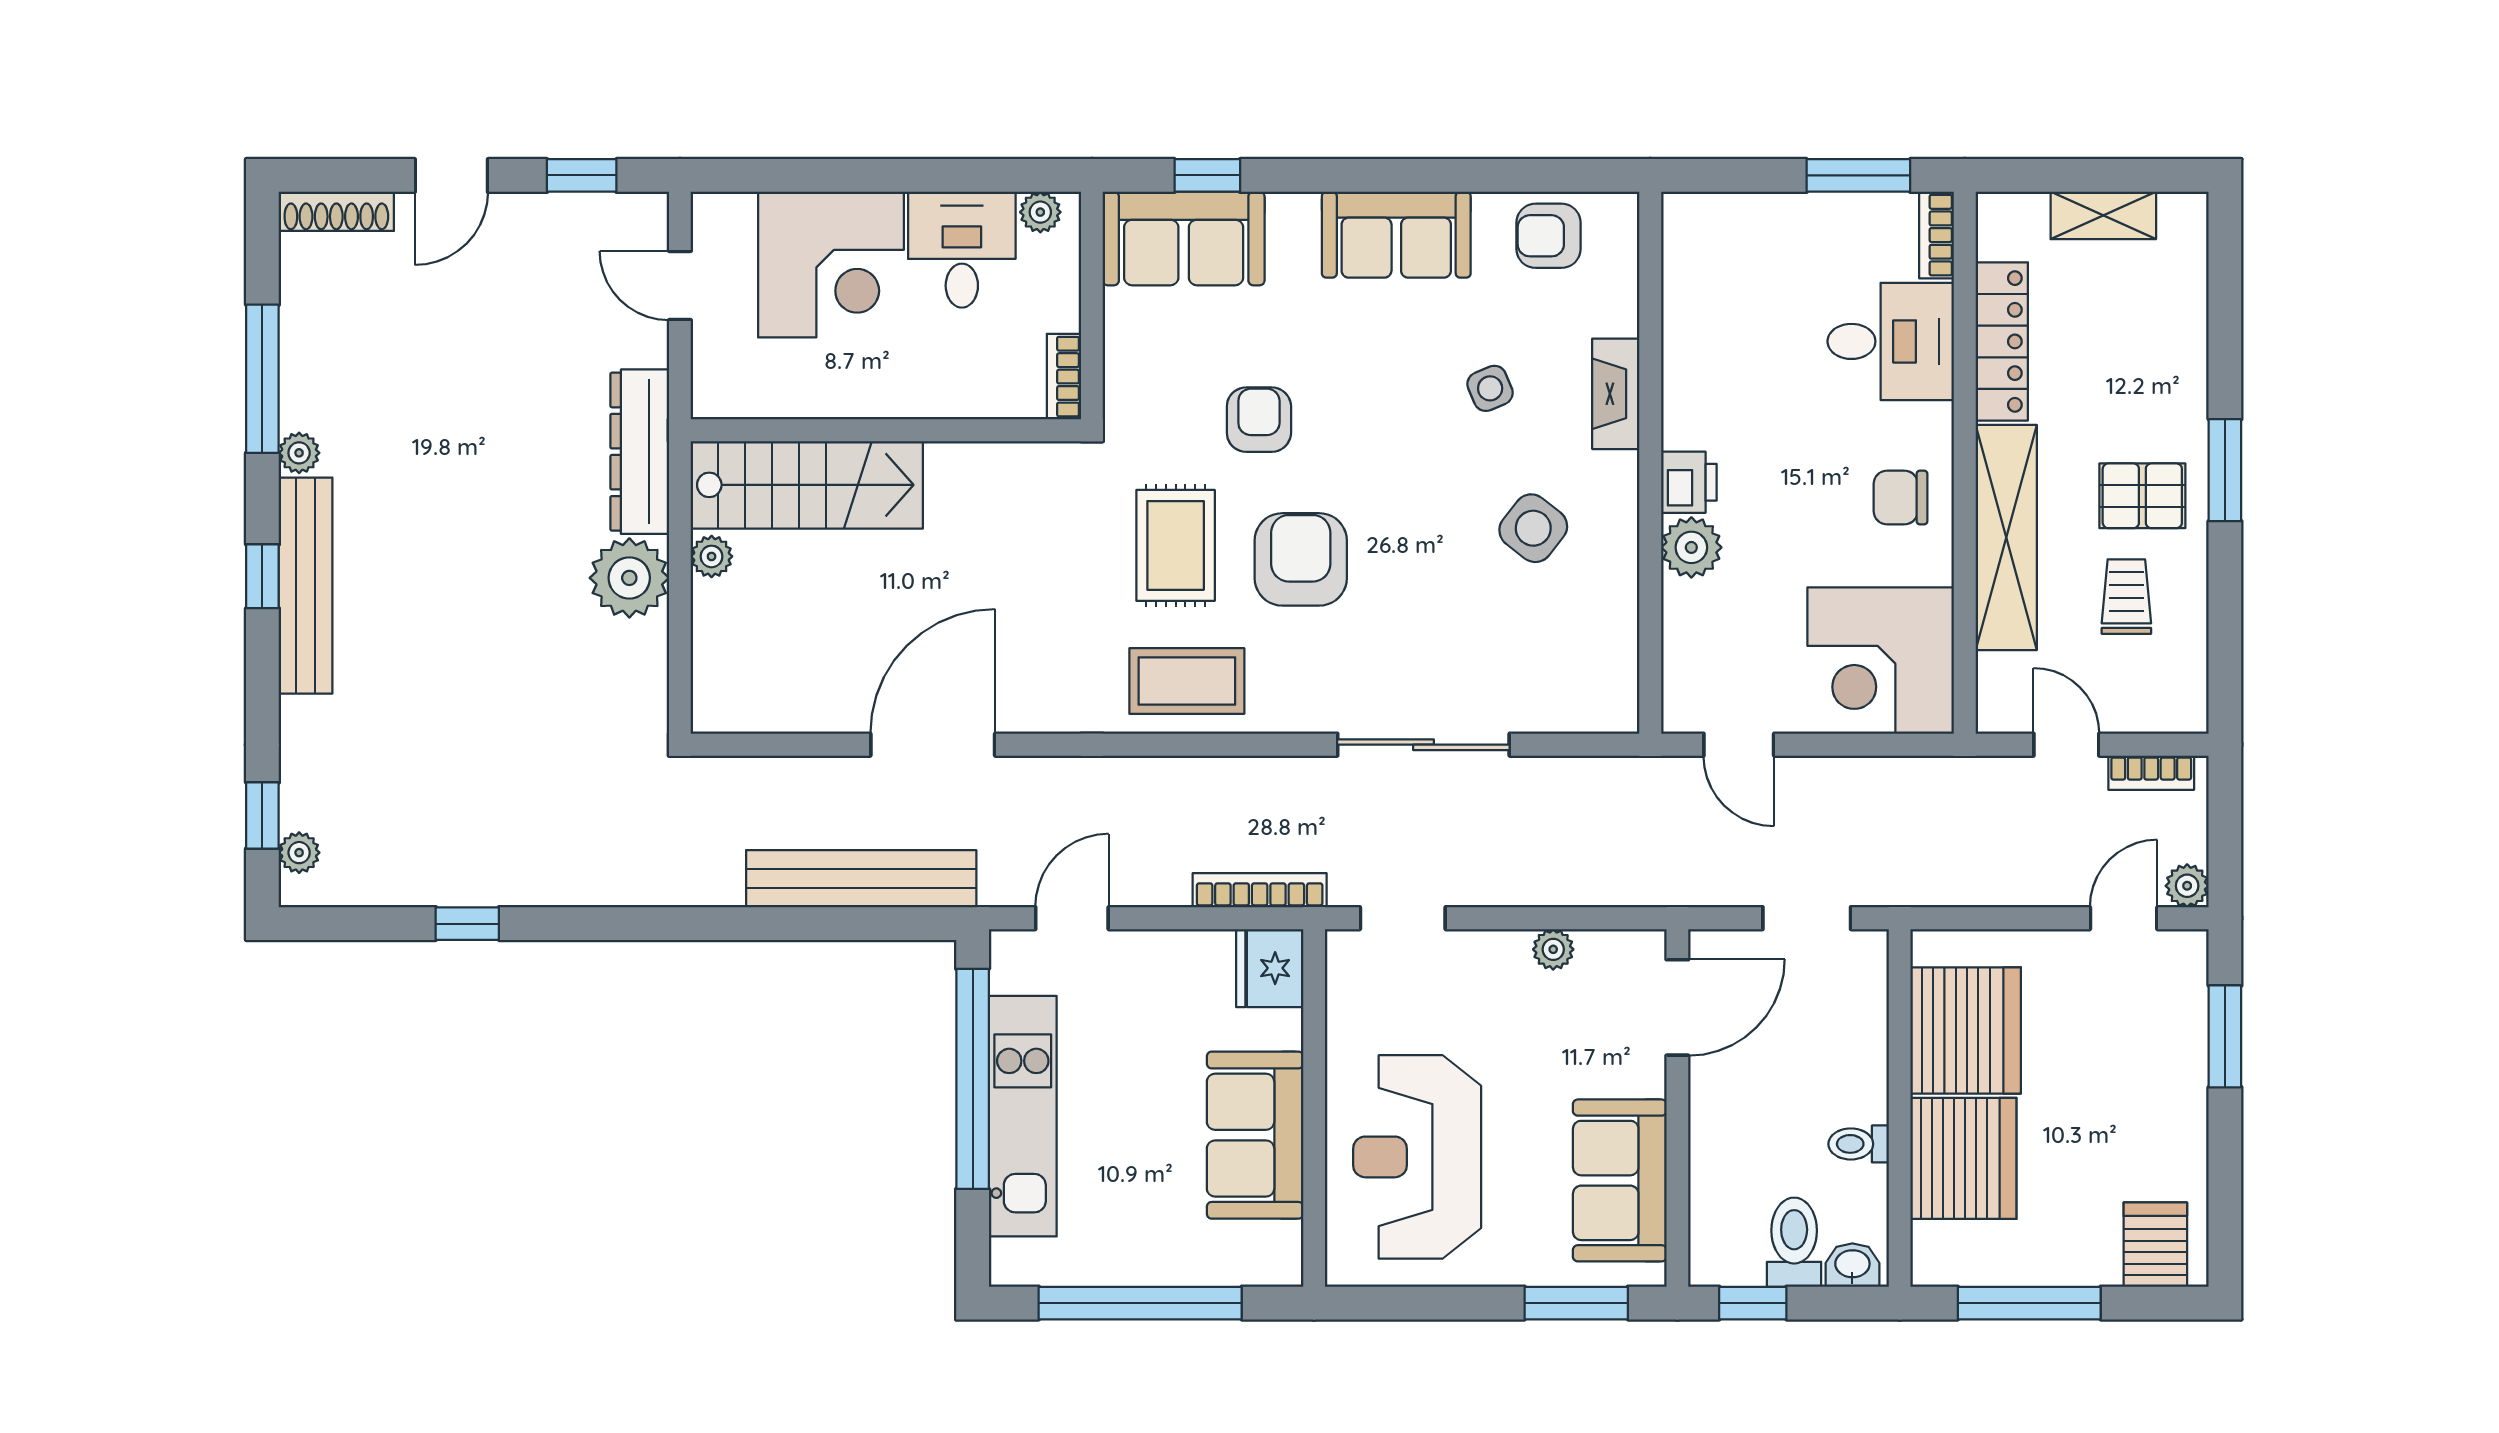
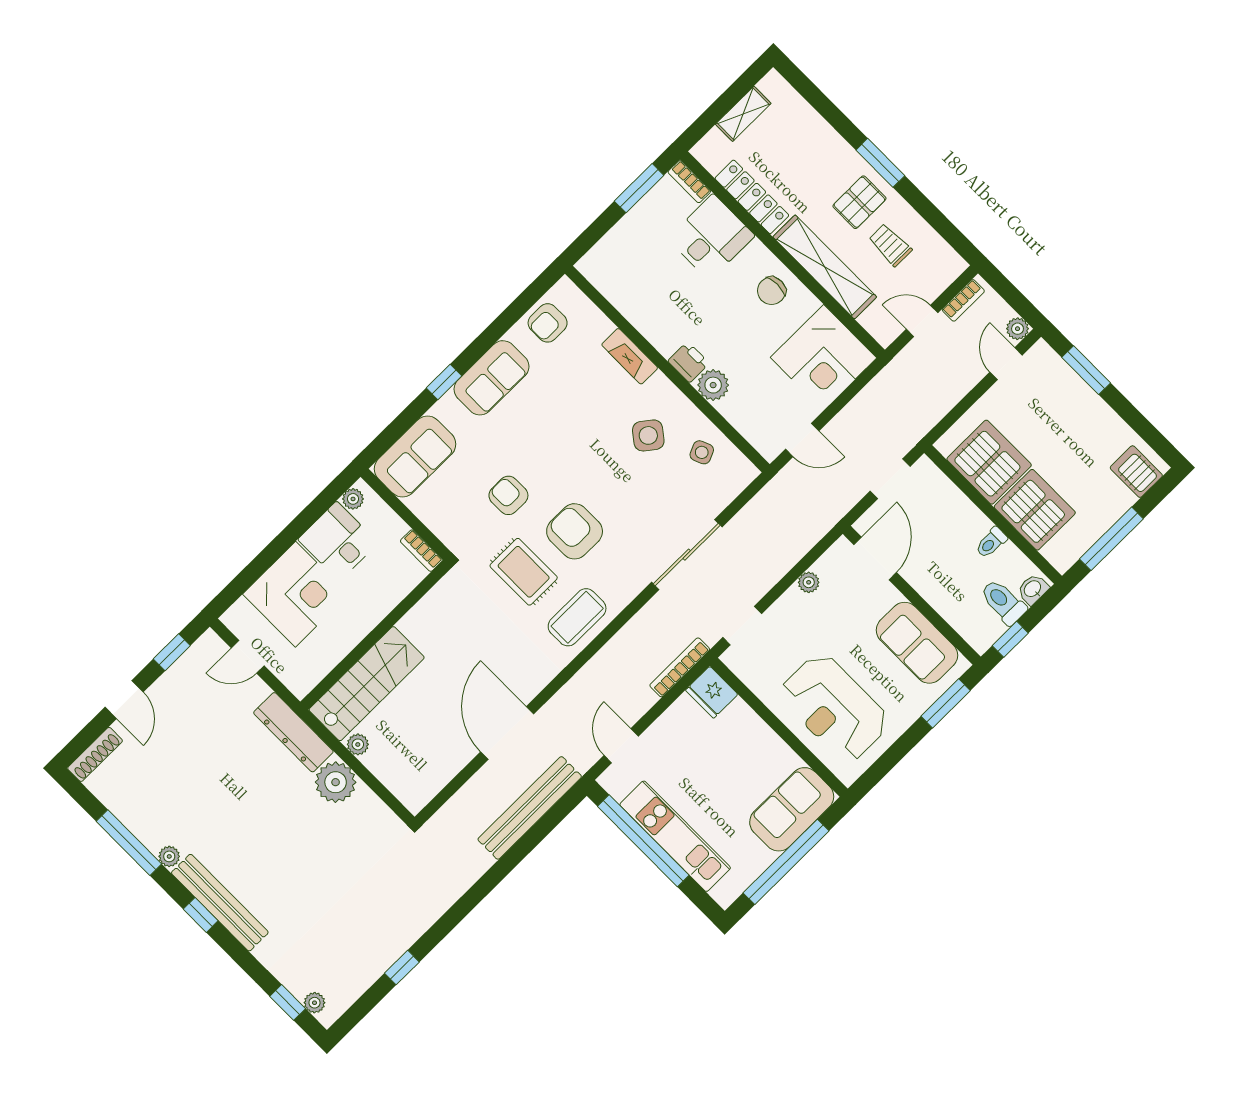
window: (1207, 175) -> (444, 382), moved
side table: (1490, 388) -> (702, 452), moved
sofa: (1255, 1135) -> (792, 809), moved, turned 90

